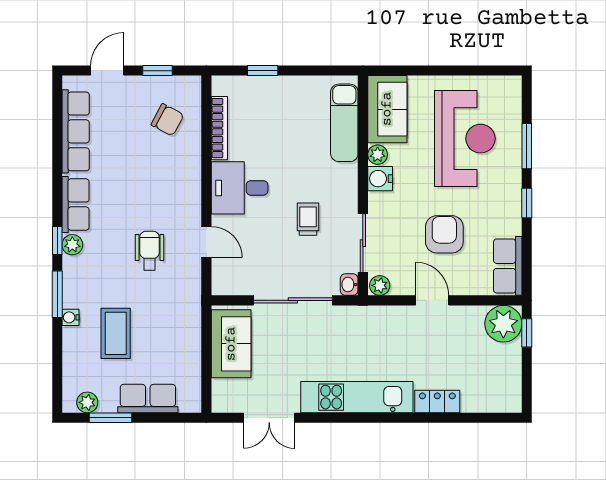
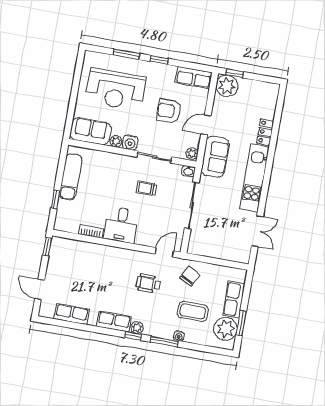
window: (158, 71) -> (47, 247), moved
chair: (167, 120) -> (190, 276), moved
exam couch: (344, 123) -> (71, 177), moved, turned -90
bookcase: (219, 128) -> (91, 232), width x0.64
row of seats: (76, 131) -> (72, 314), width x0.68
reception desk: (465, 139) -> (116, 89), turned 180
door: (206, 242) -> (164, 252), moved
sliding door: (363, 243) -> (154, 157), moved
sofa: (231, 344) -> (215, 157), moved, turned 90
plant: (87, 402) -> (226, 329), width x1.88, depth x1.88

